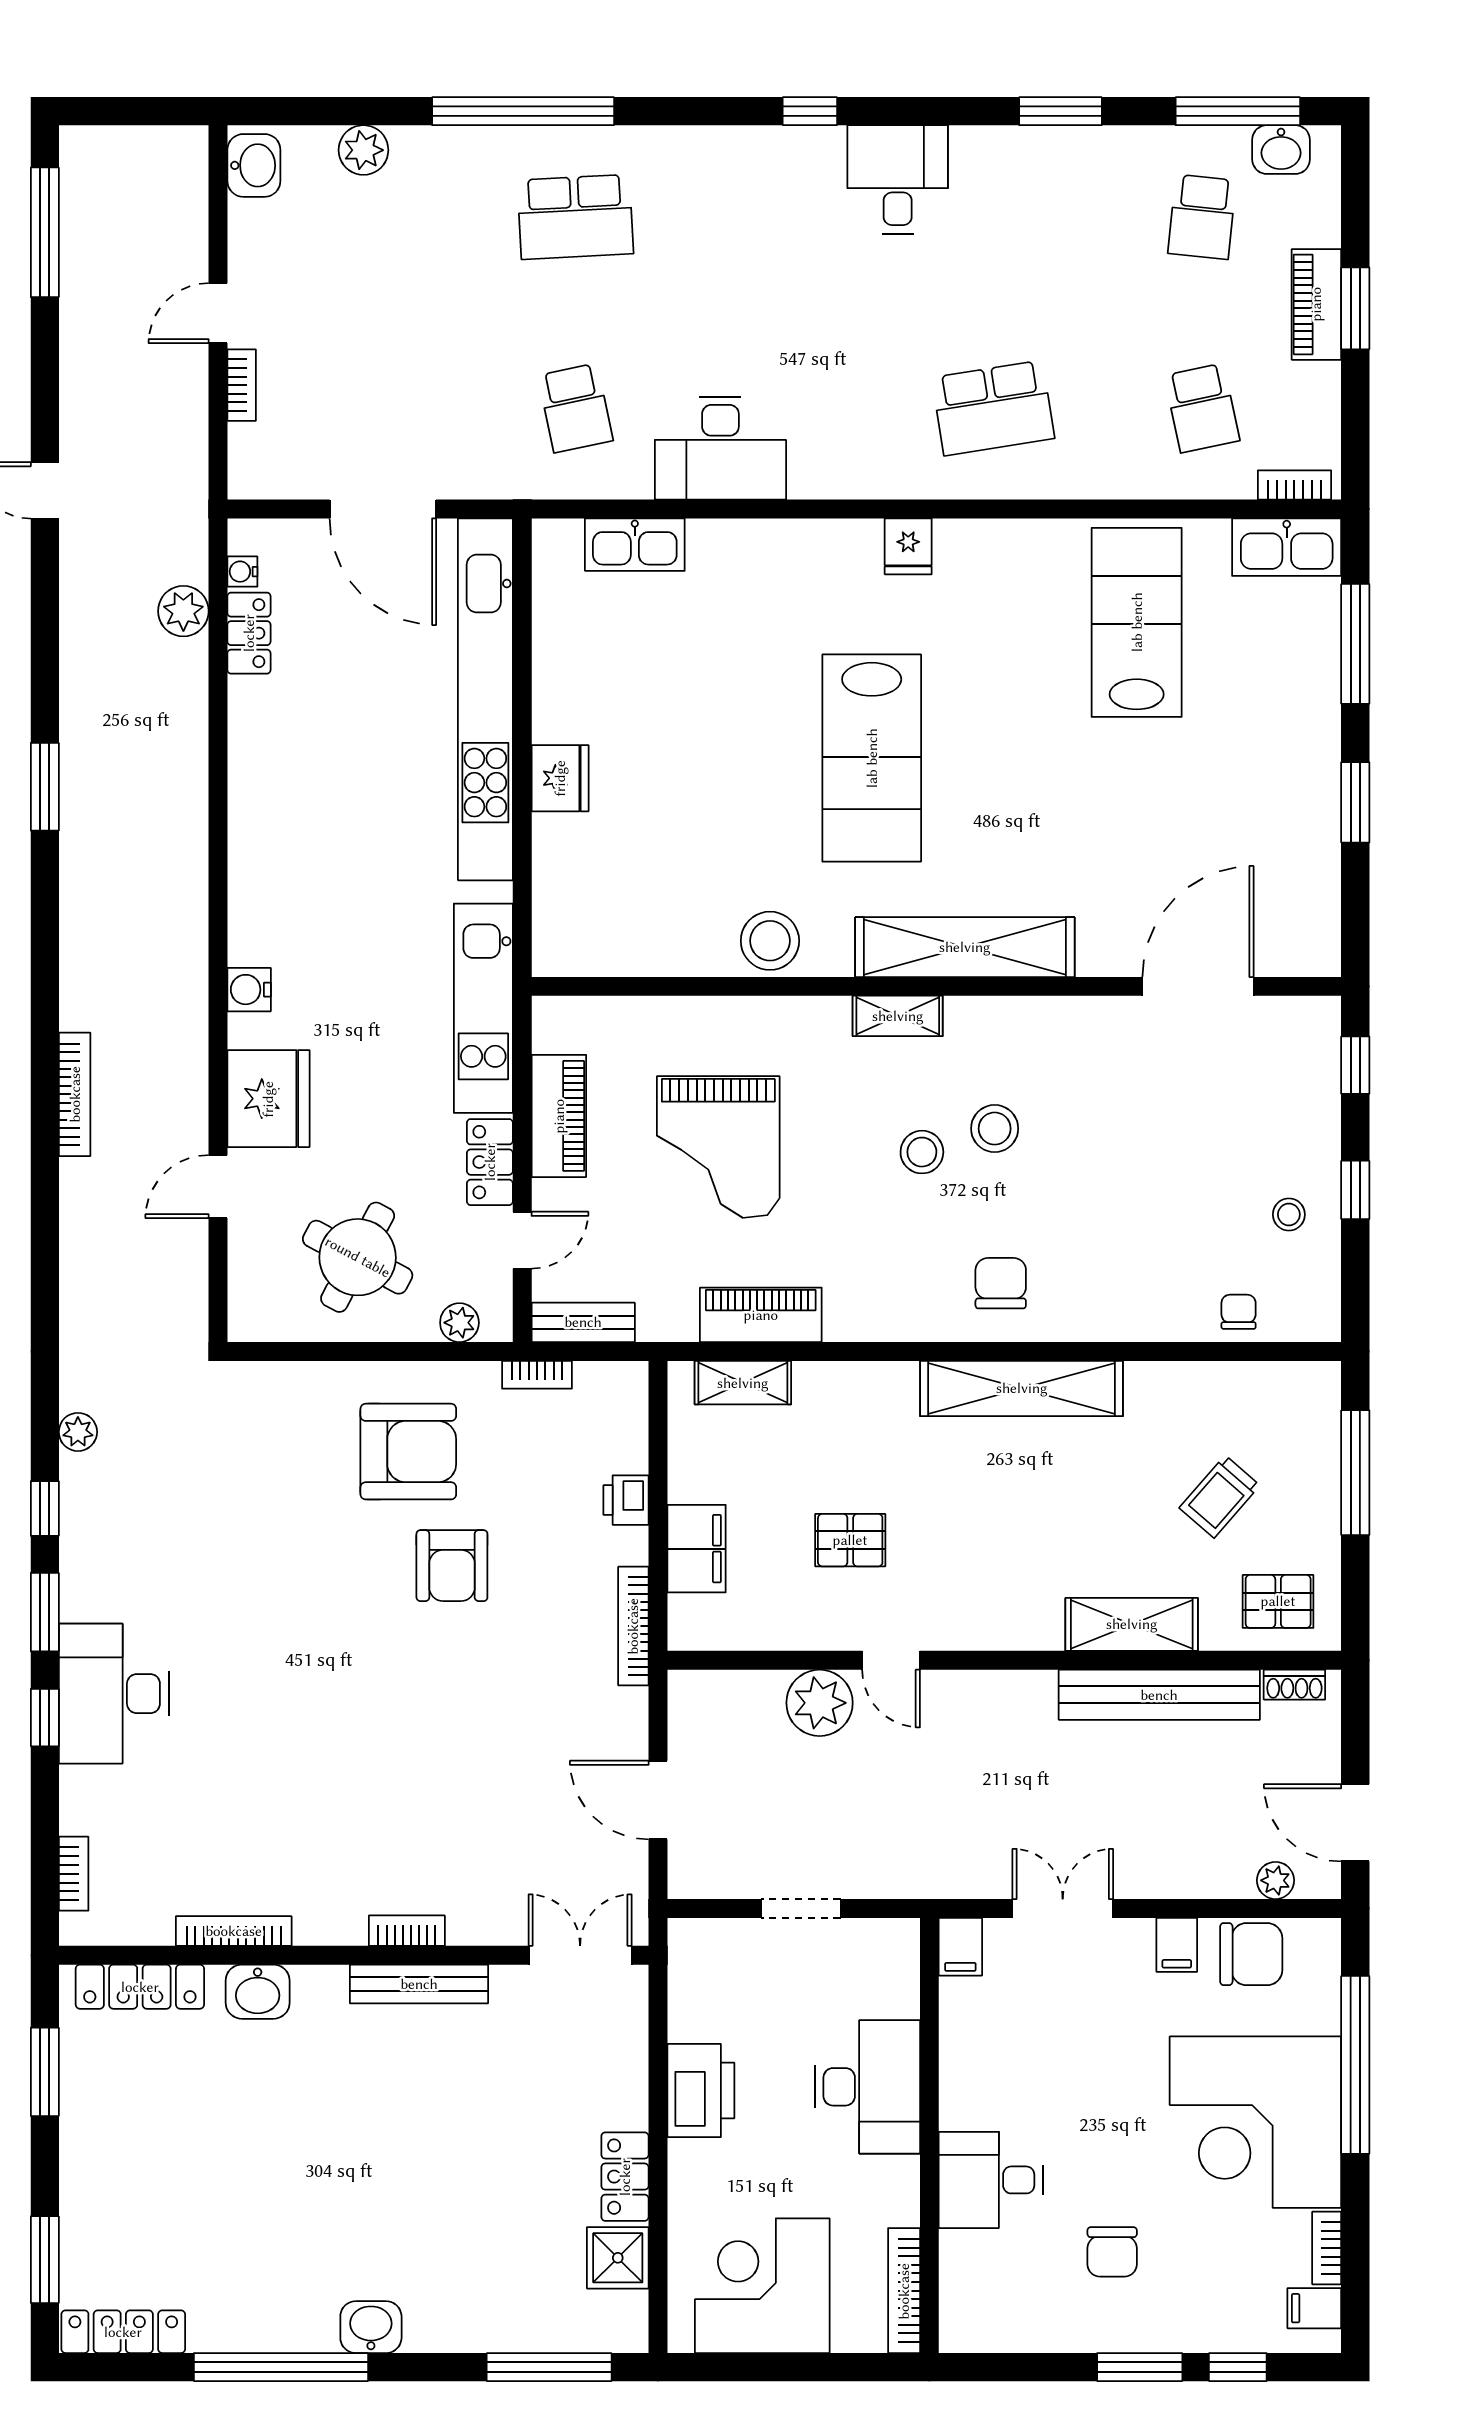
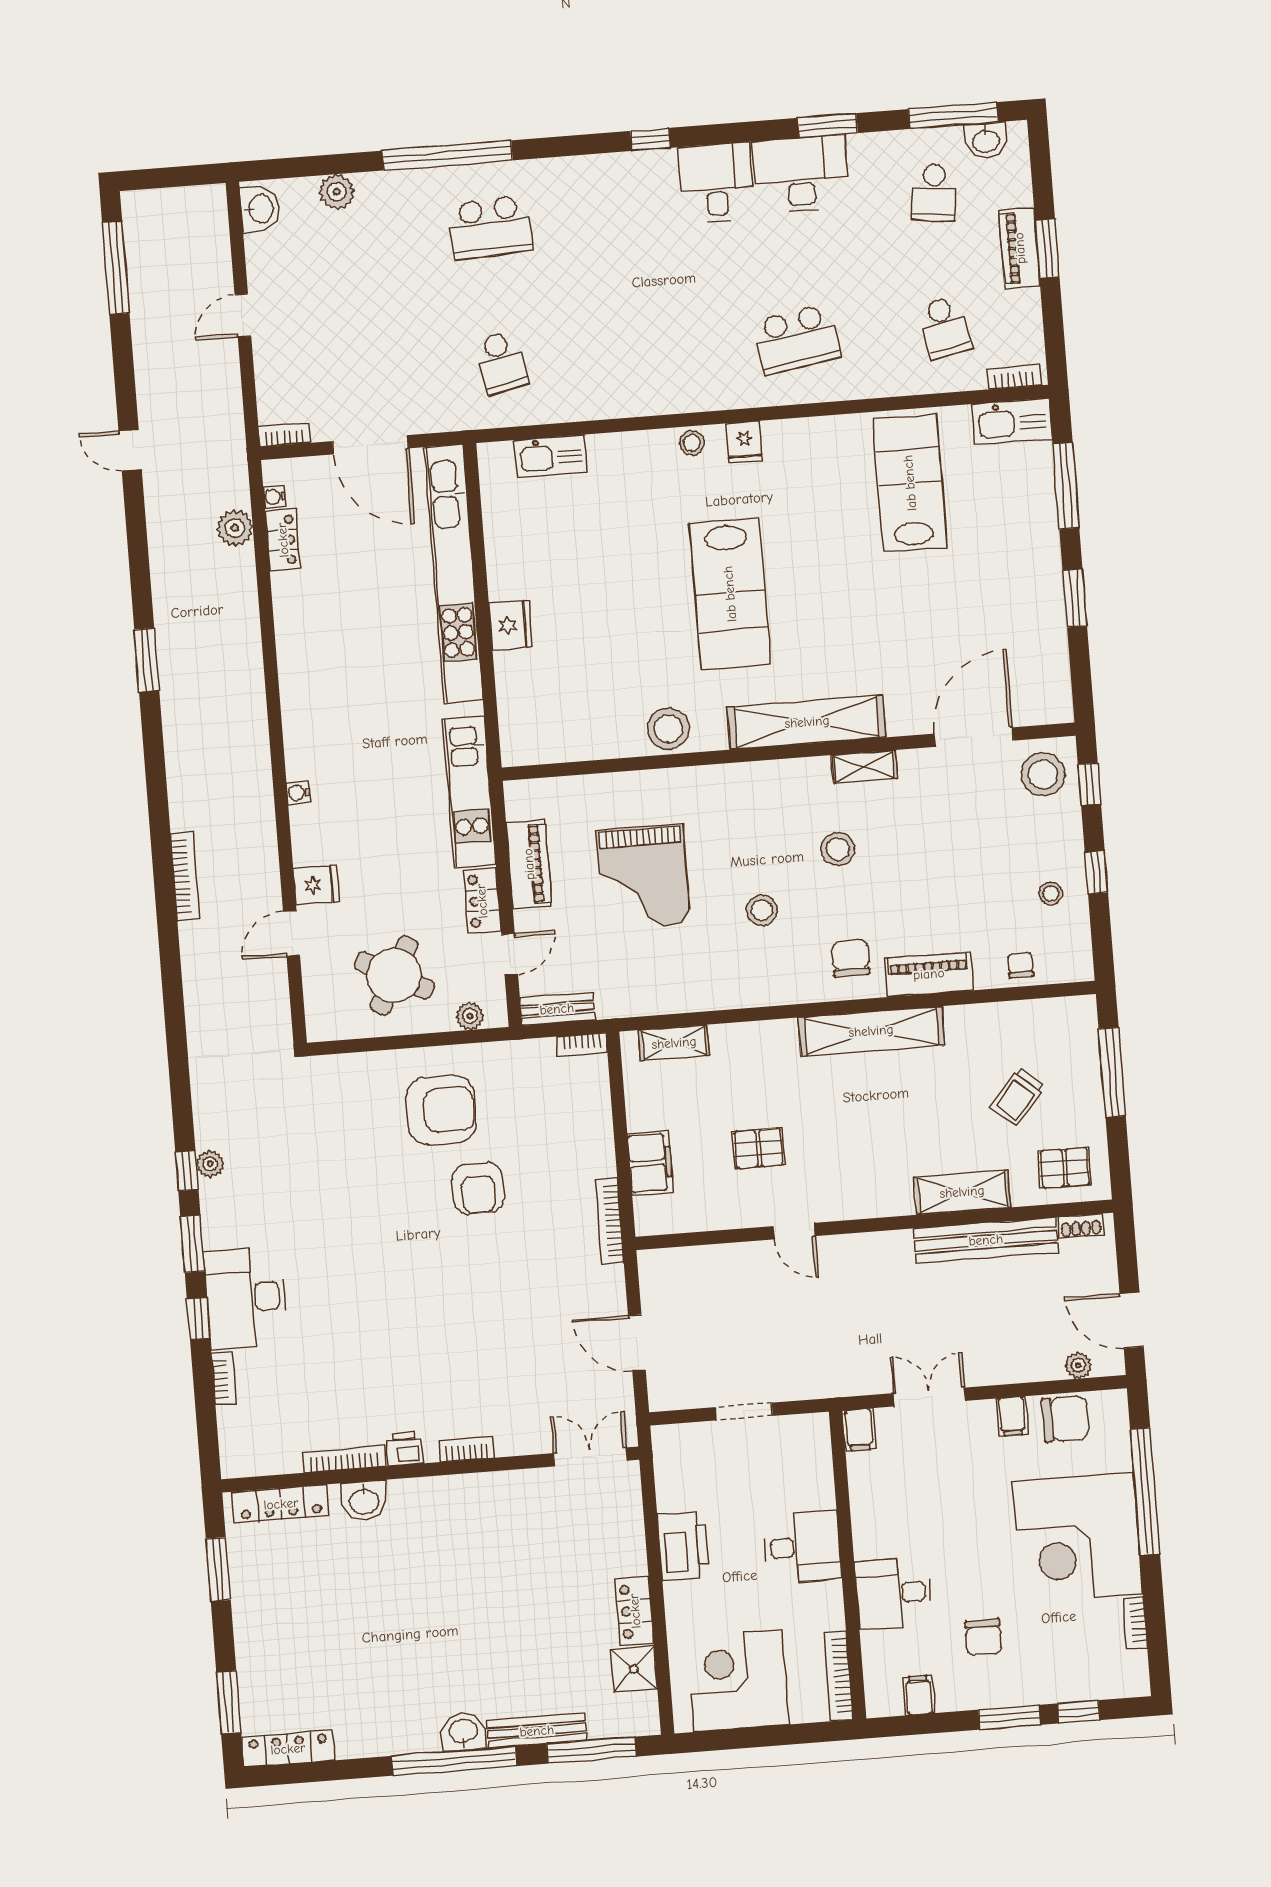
bookcase: (242, 385) -> (284, 435), moved, turned -90
desk: (720, 448) -> (801, 174), moved, turned 180
stool: (835, 542) -> (692, 443), added
water cooler: (249, 990) -> (298, 792), width x0.72, depth x0.72
shelving: (898, 1016) -> (864, 767), moved
stool: (1291, 1046) -> (1043, 774), added
fridge: (268, 1099) -> (316, 885), width x0.53, depth x0.75
stool: (922, 1152) -> (762, 910), moved
piano: (761, 1315) -> (929, 974), moved
bookcase: (537, 1375) -> (582, 1044), moved
plant: (78, 1432) -> (210, 1164), moved
printer: (626, 1500) -> (405, 1449), moved, turned 90
plant: (820, 1703) -> (746, 1265), removed
bookcase: (74, 1874) -> (224, 1378), moved
bench: (419, 1984) -> (537, 1731), moved
desk: (868, 2087) -> (802, 1547), width x0.73
filing cabinet: (1314, 2308) -> (919, 1695), moved, turned 90
window: (281, 2367) -> (454, 1761), moved

